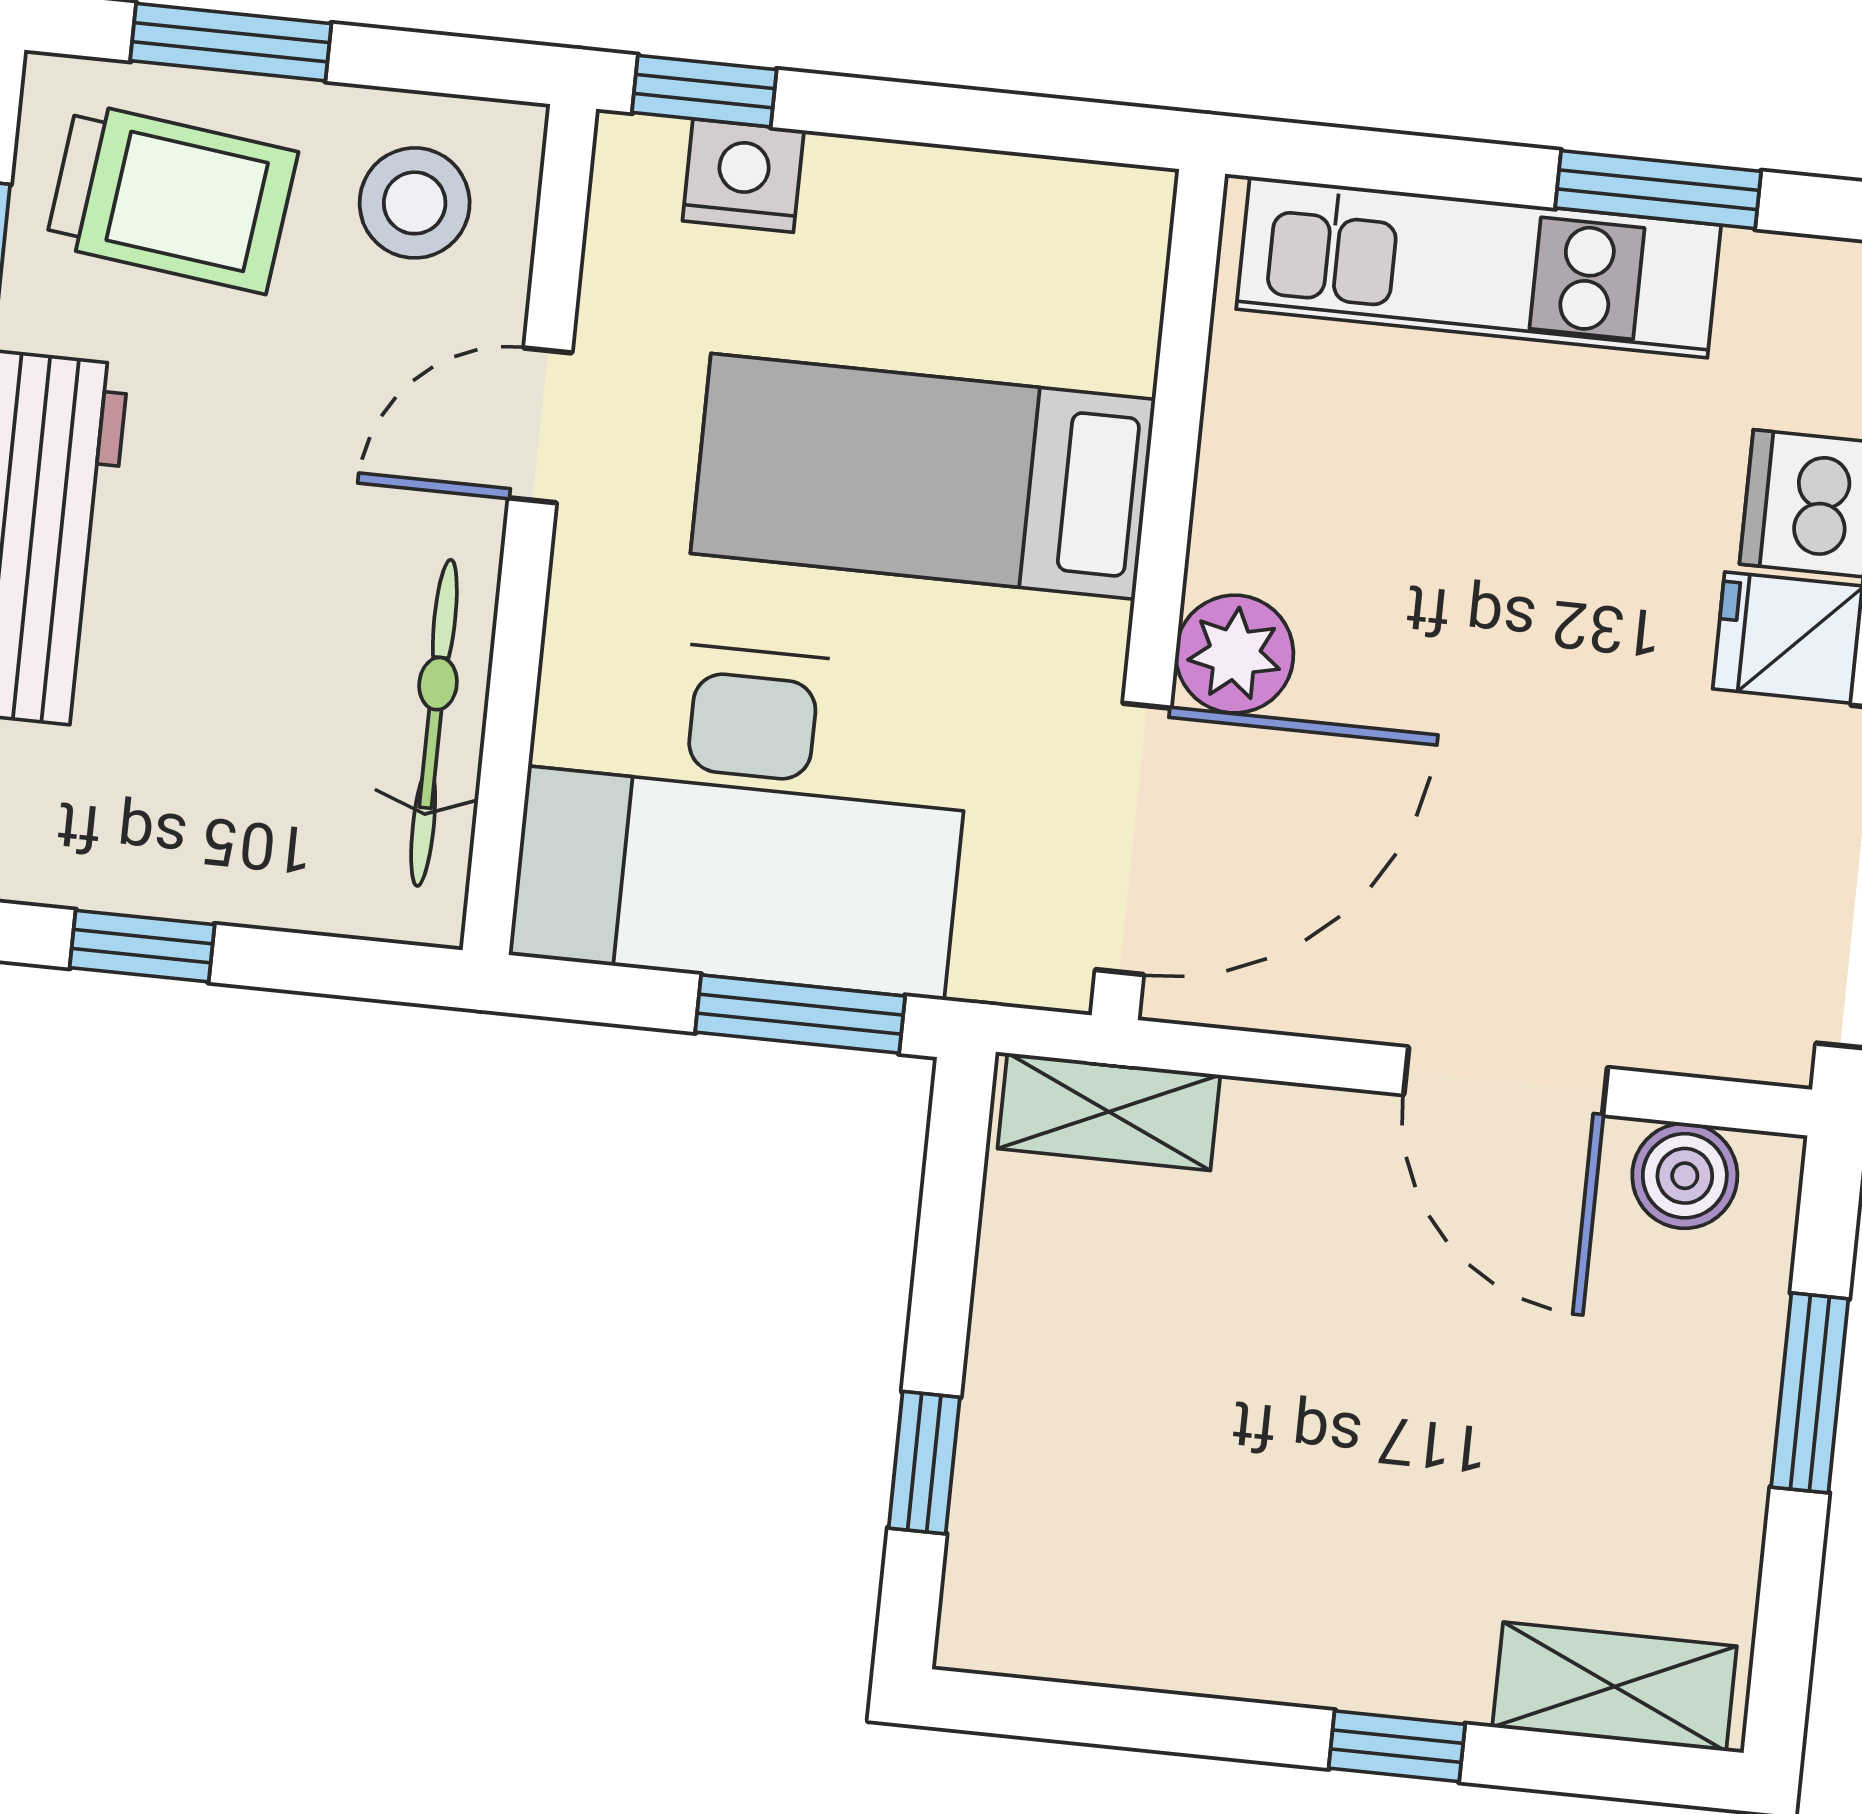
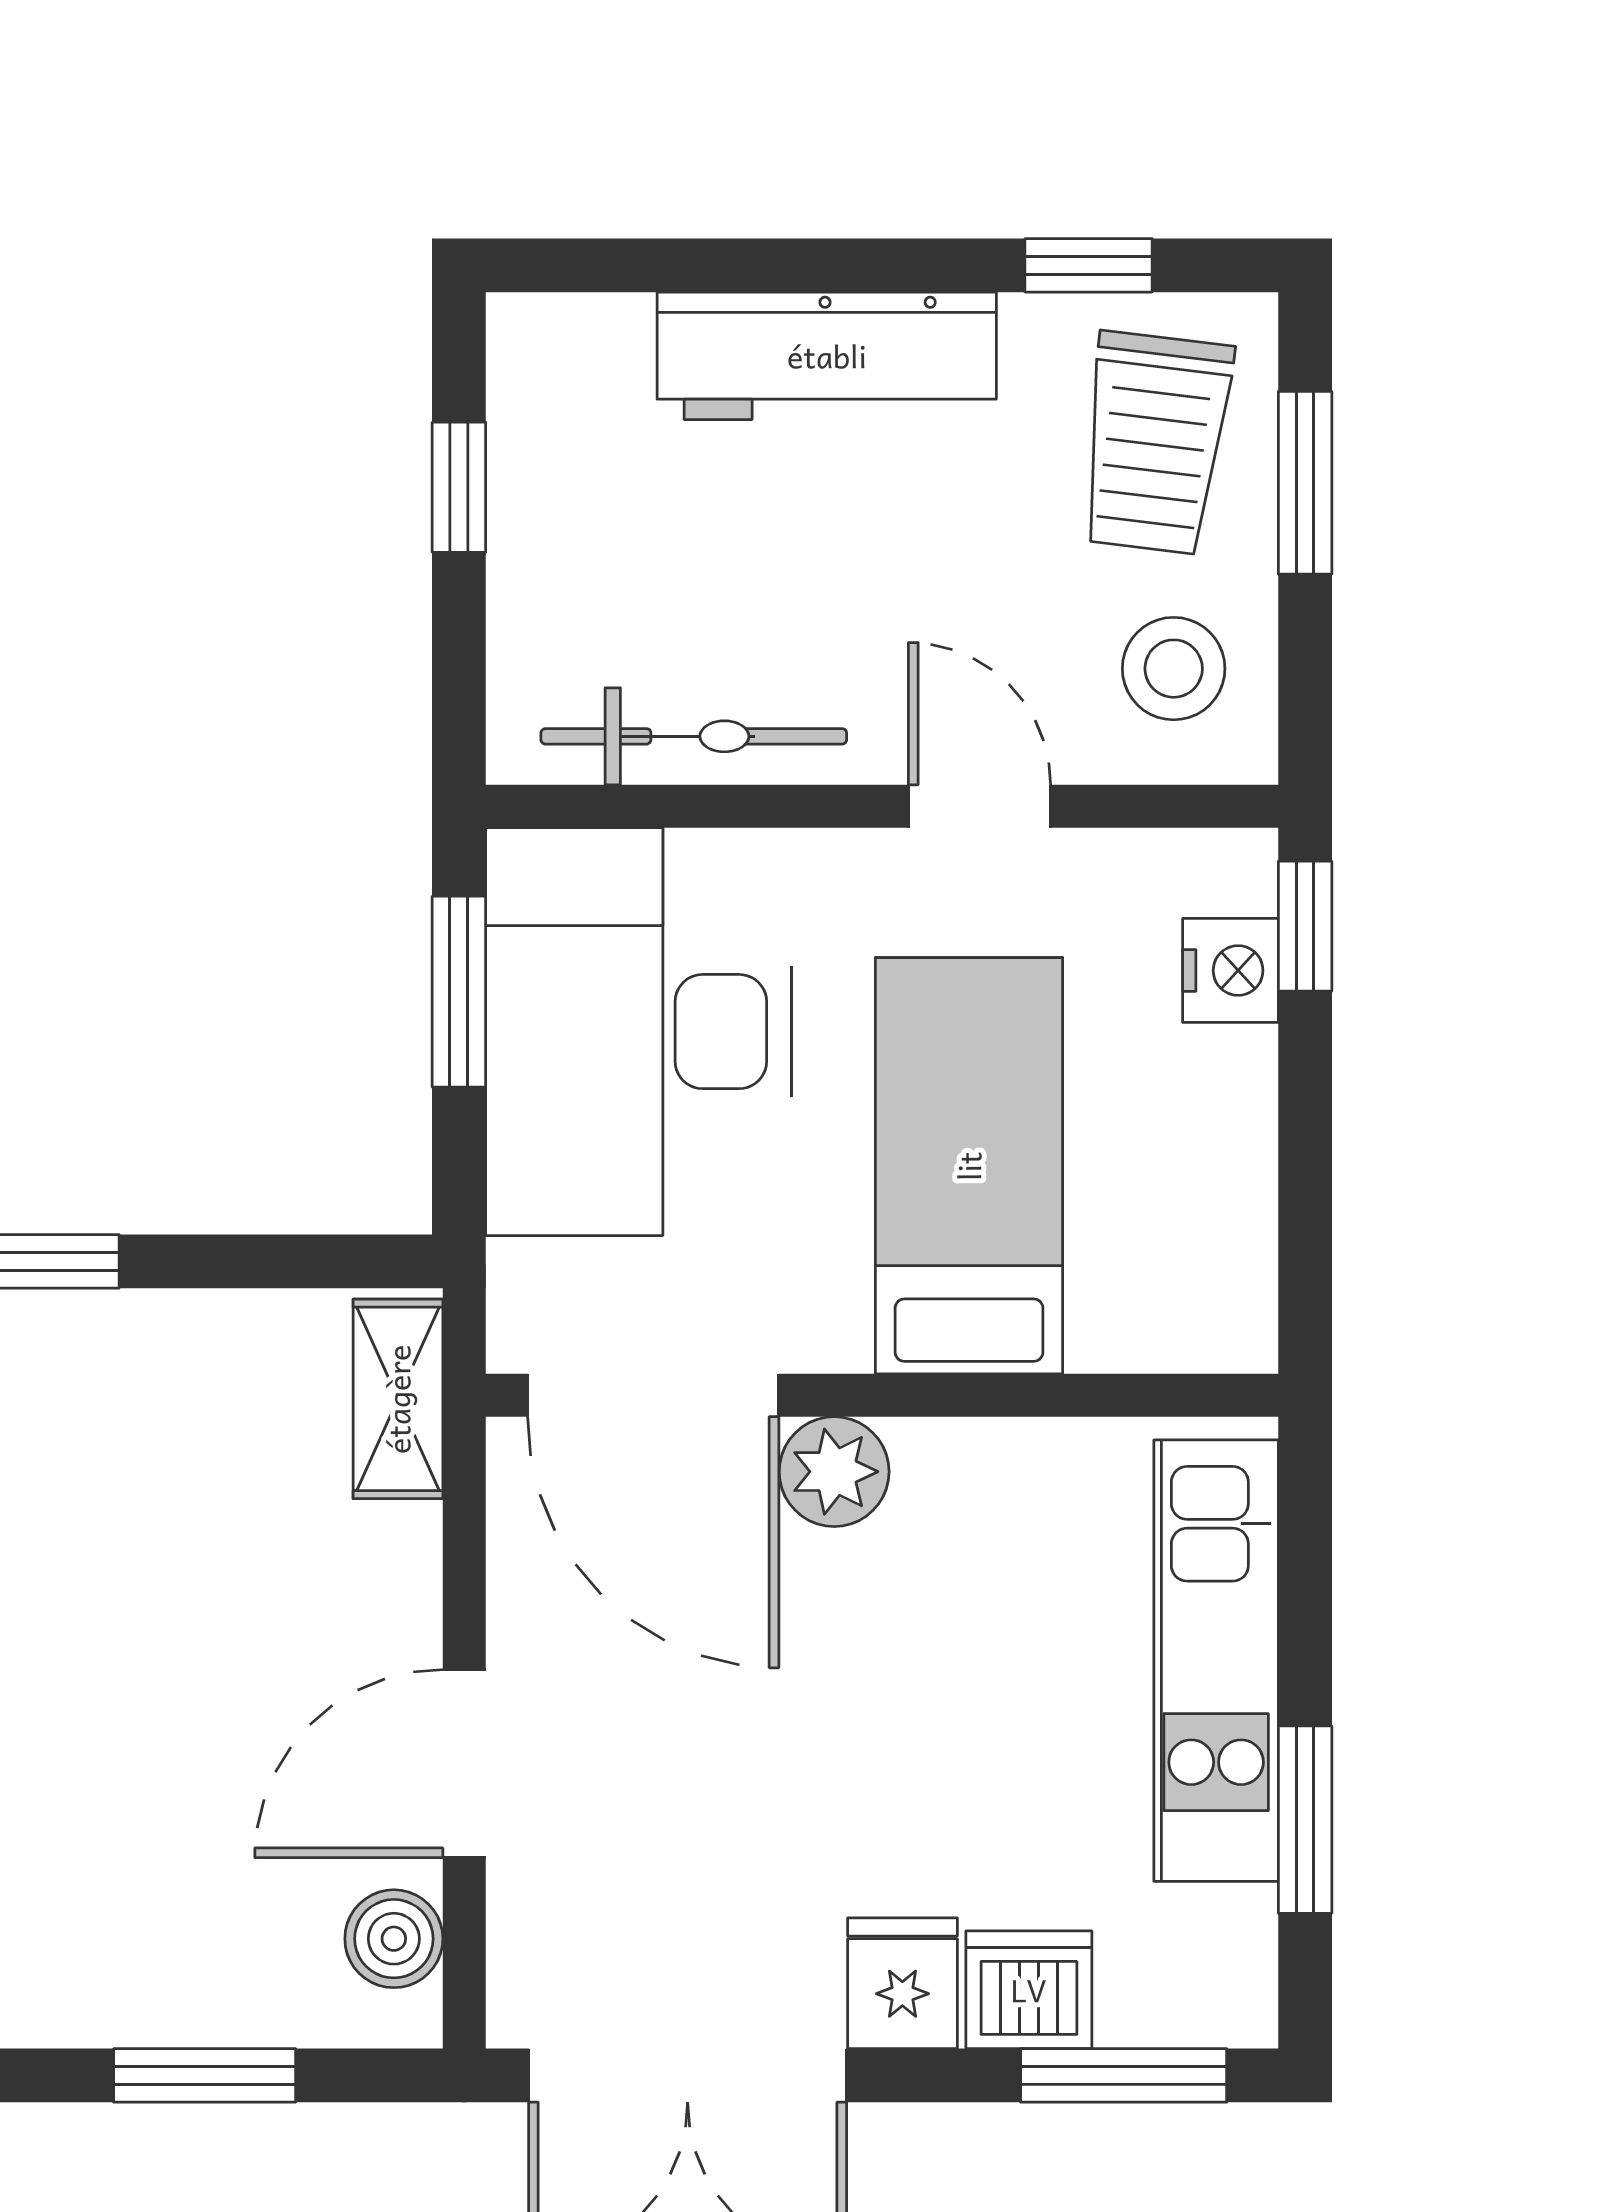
window: (800, 1014) -> (459, 992), moved

